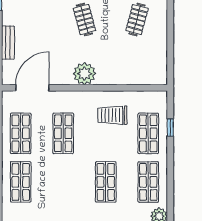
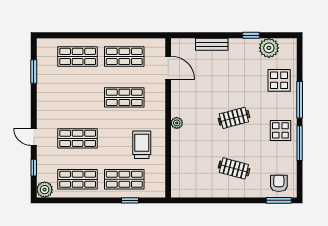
plant: (84, 74) -> (177, 123), width x0.53, depth x0.53
door: (32, 88) -> (168, 68), width x0.73

